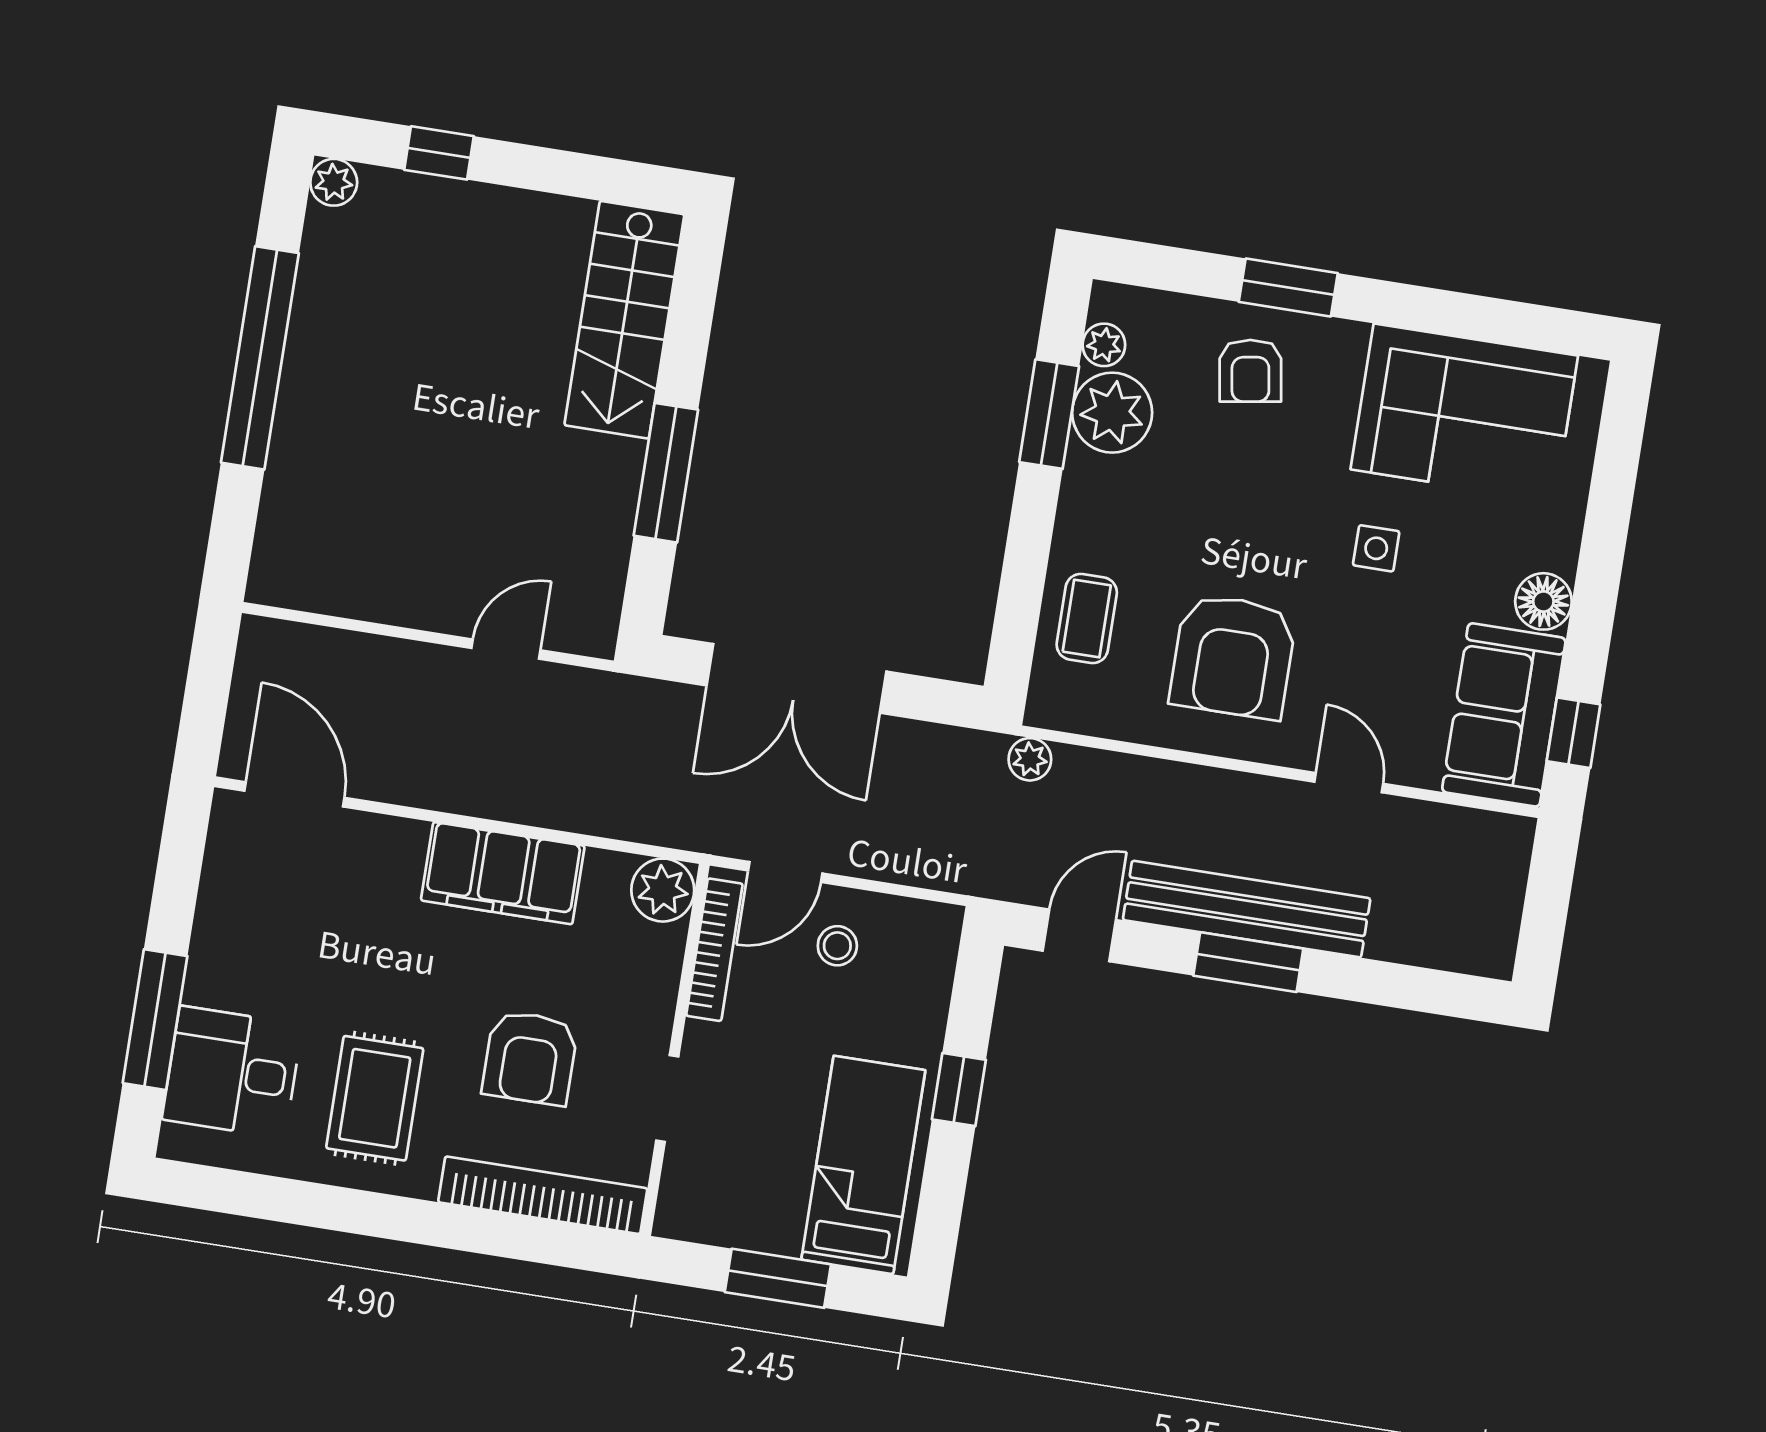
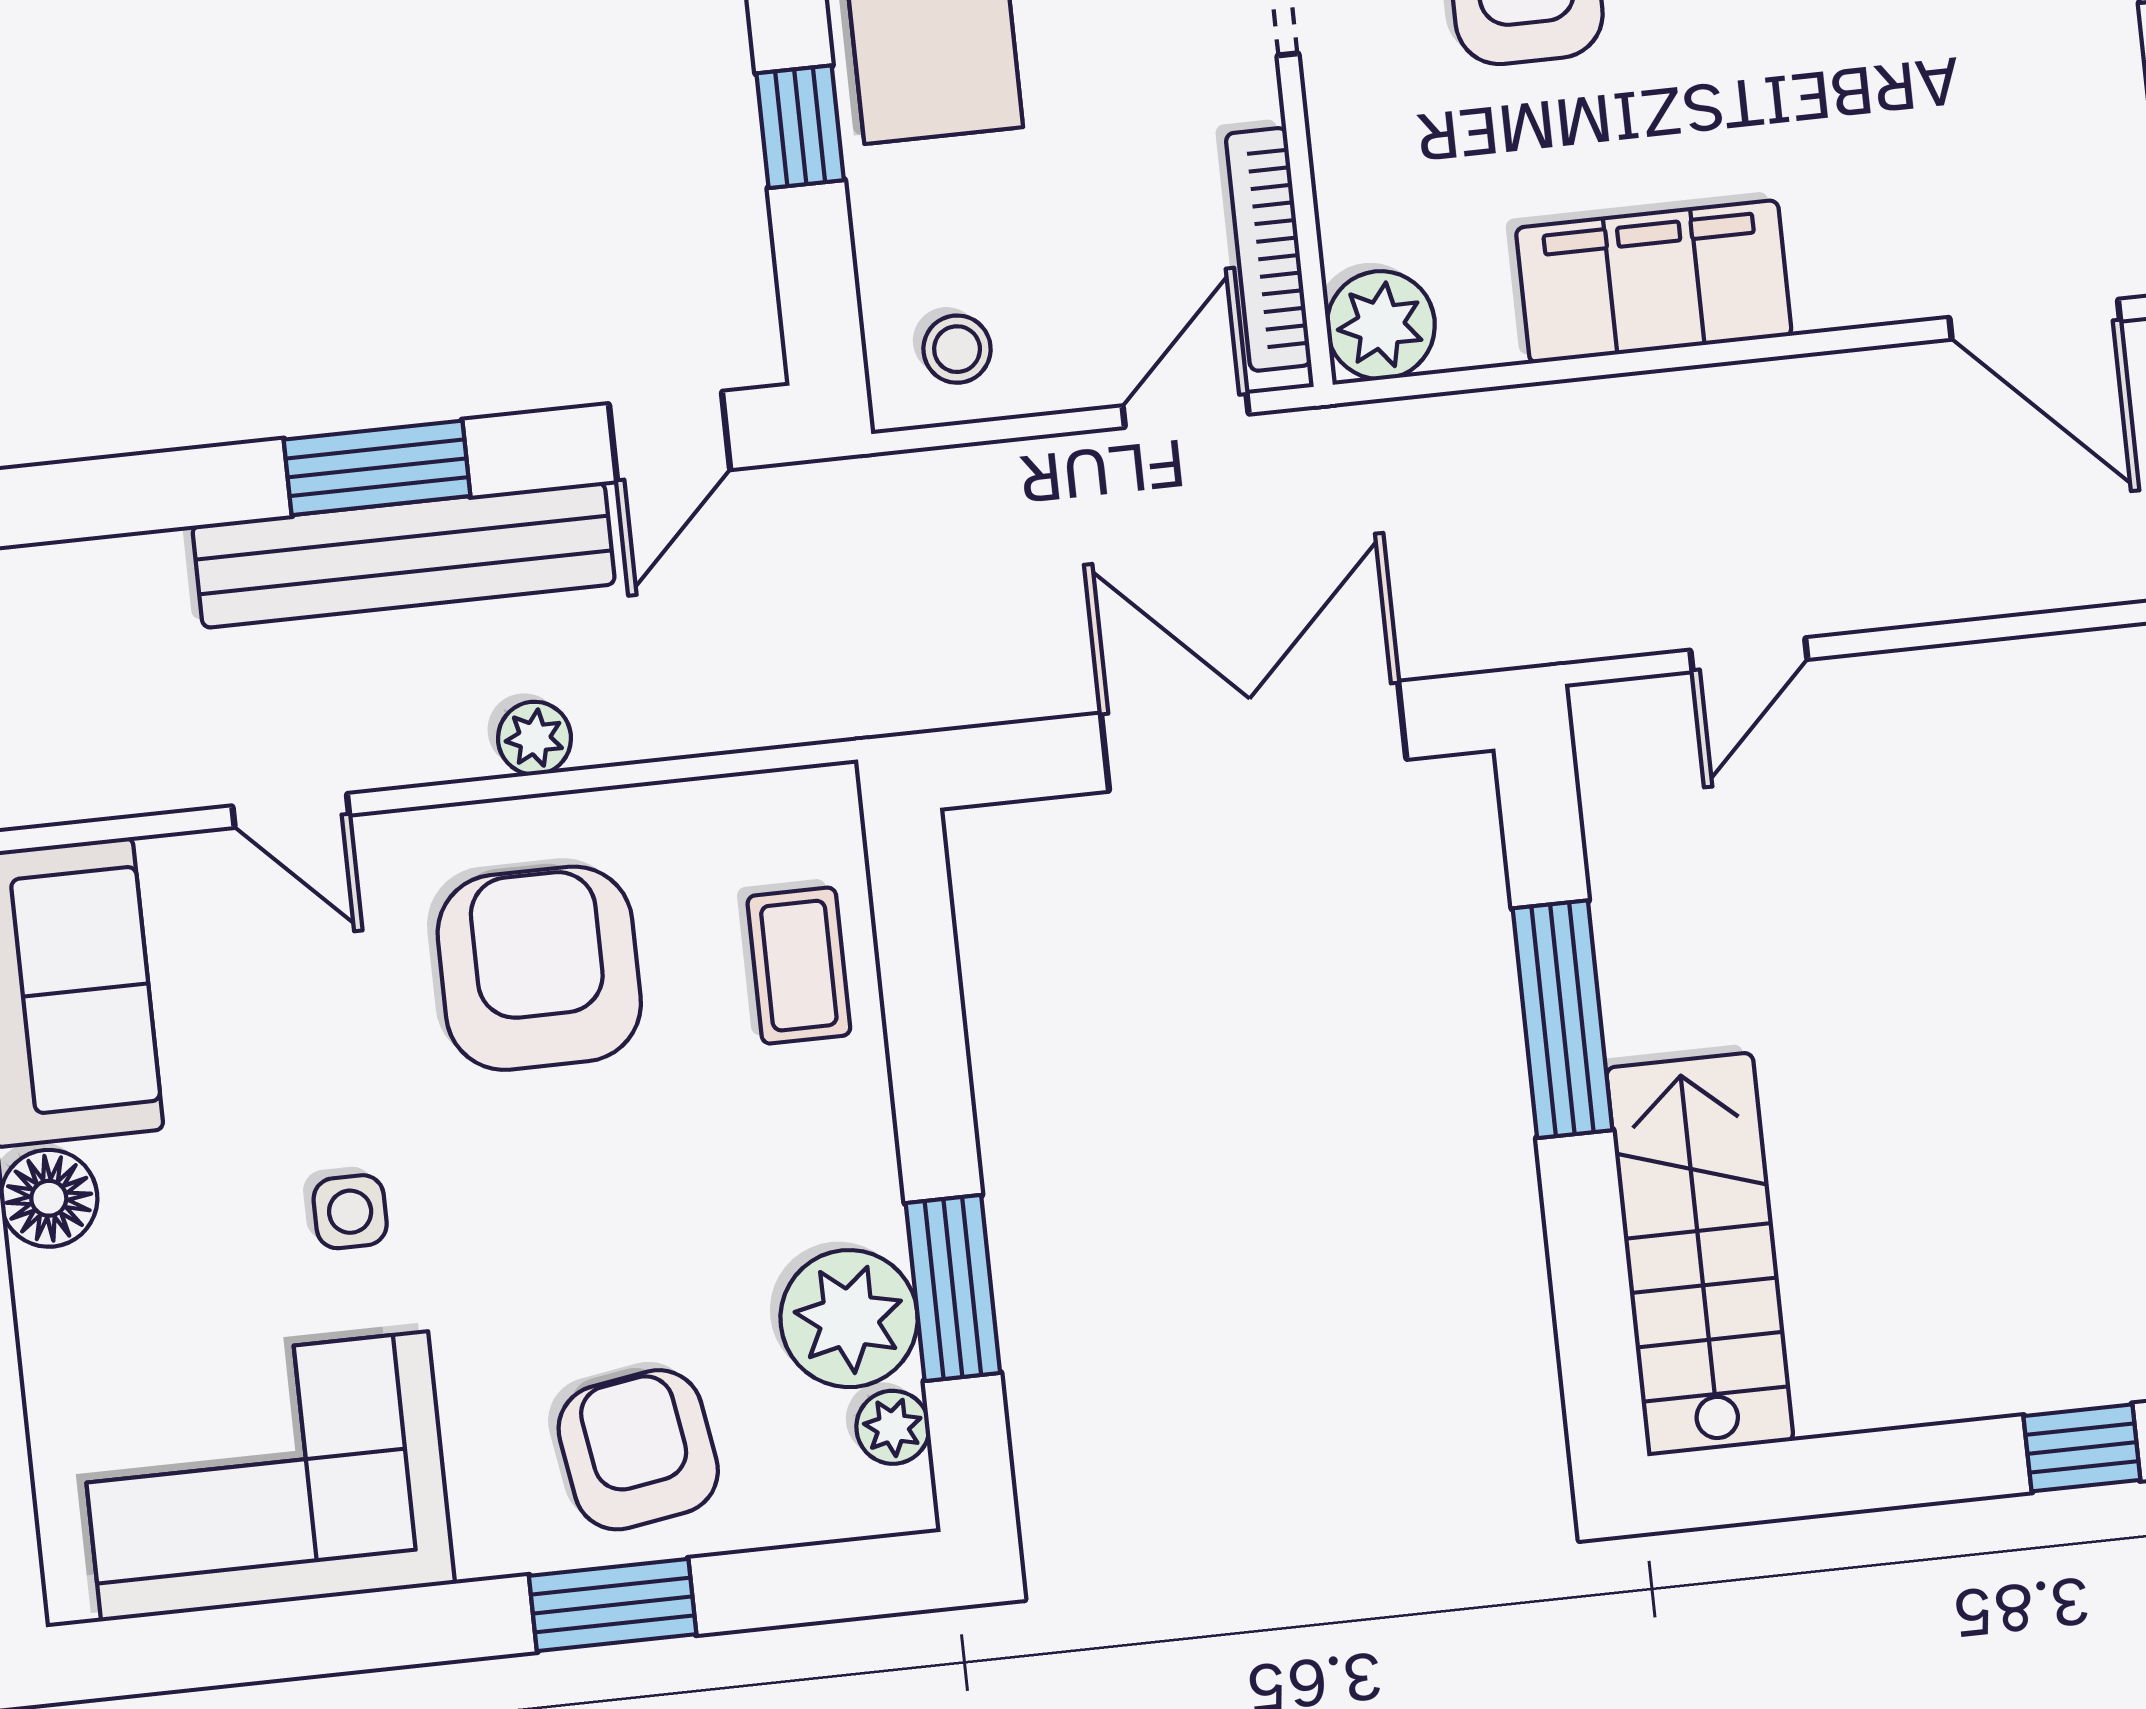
armchair: (1250, 371) -> (638, 1450), width x1.38, depth x1.38
plant: (1030, 759) -> (534, 738), moved
stool: (837, 946) -> (957, 349), moved

